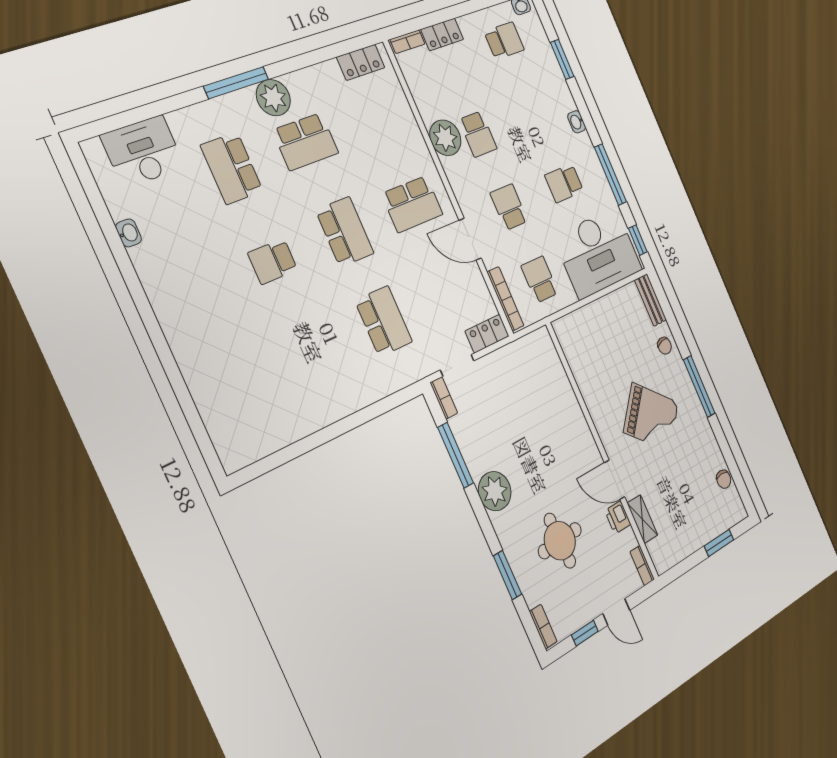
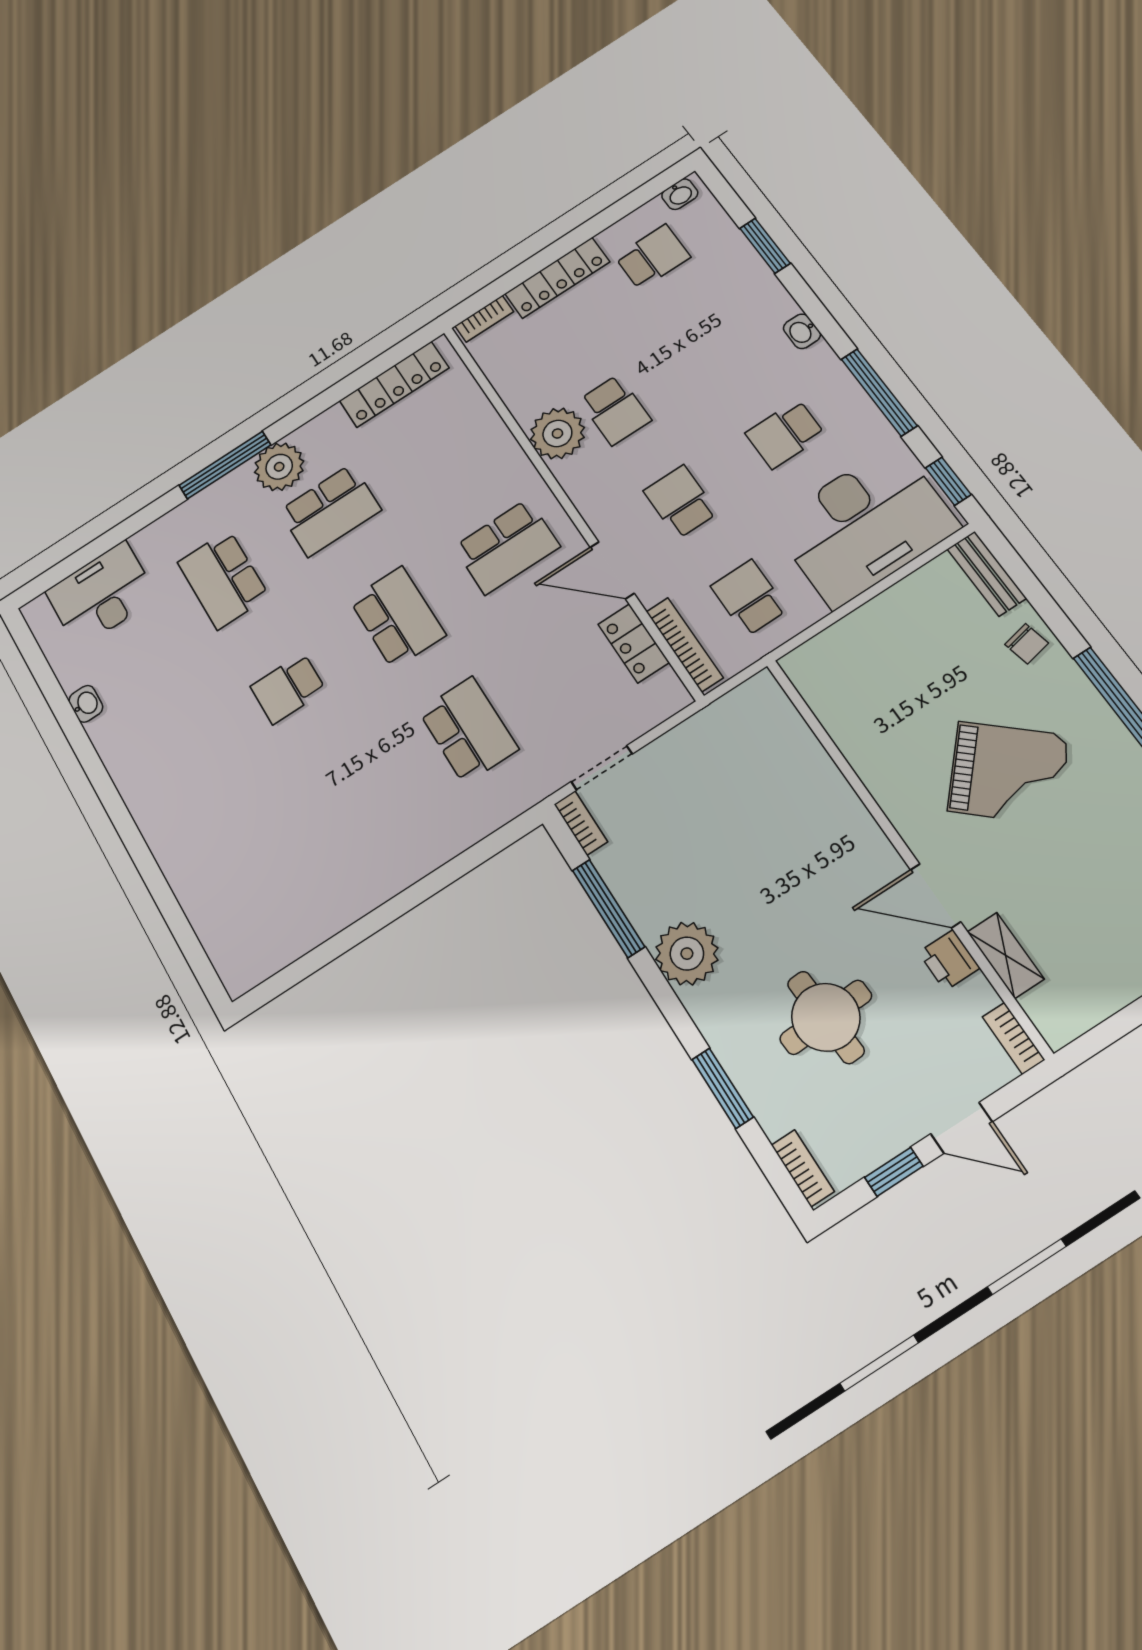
locker: (442, 34) -> (557, 278), width x1.53
locker: (361, 62) -> (394, 384), width x1.53
locker: (487, 334) -> (634, 643), moved, turned -90

